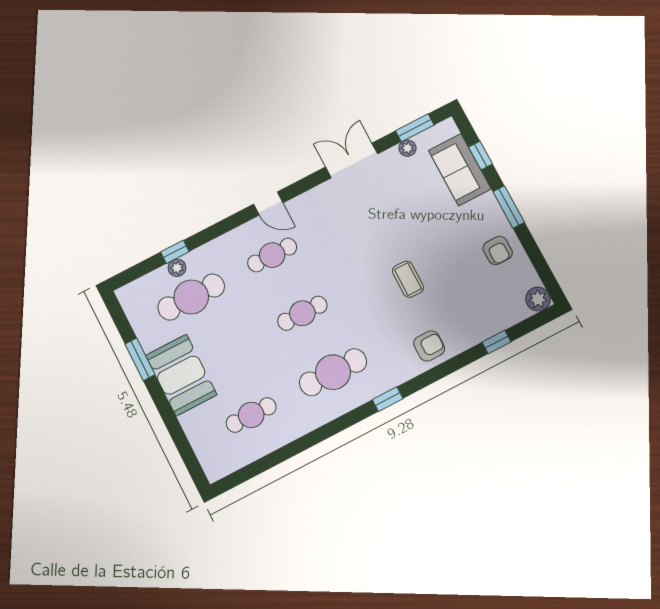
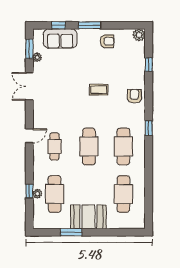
cafe table: (302, 313) -> (89, 146), width x1.37, depth x1.35
cafe table: (251, 415) -> (123, 194), width x1.37, depth x1.35

